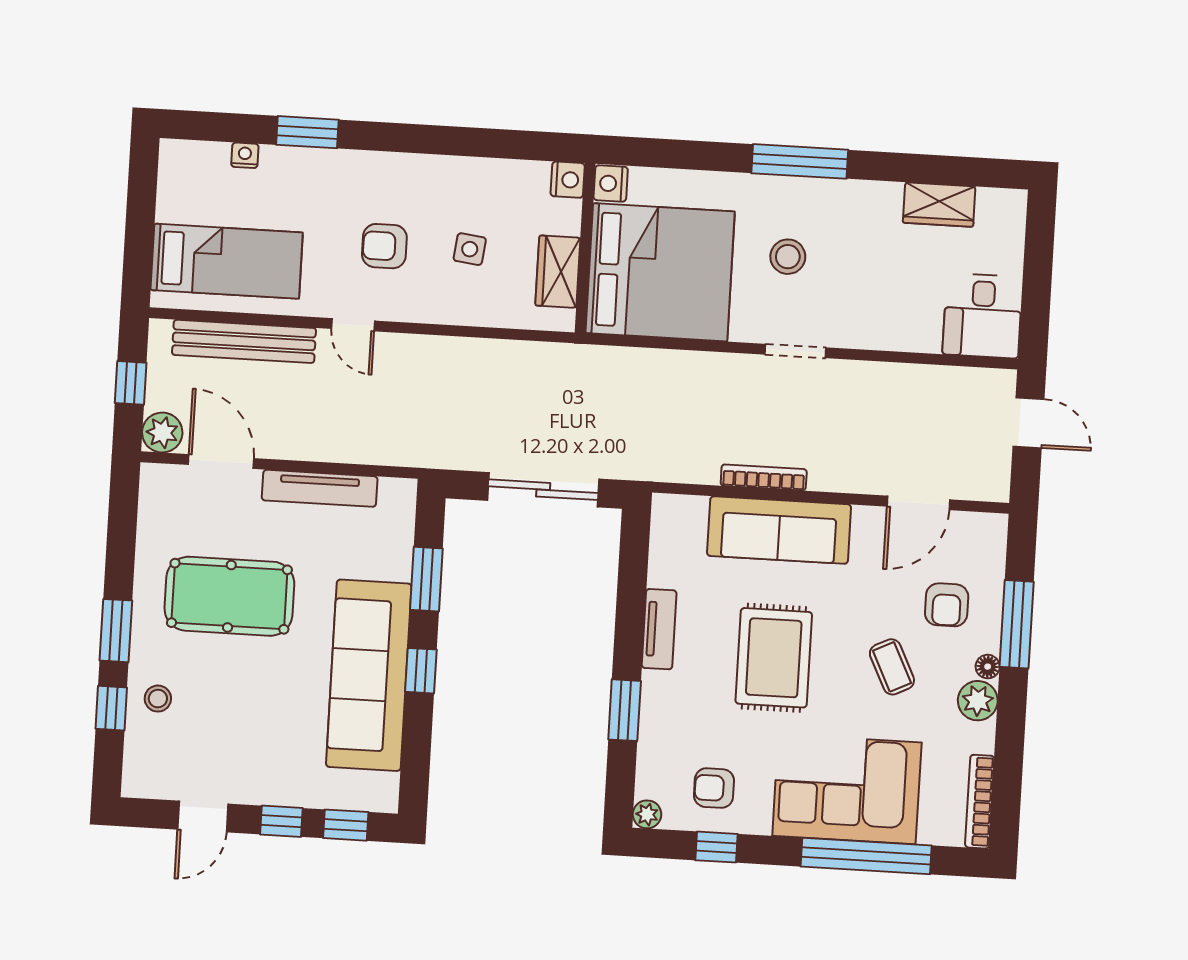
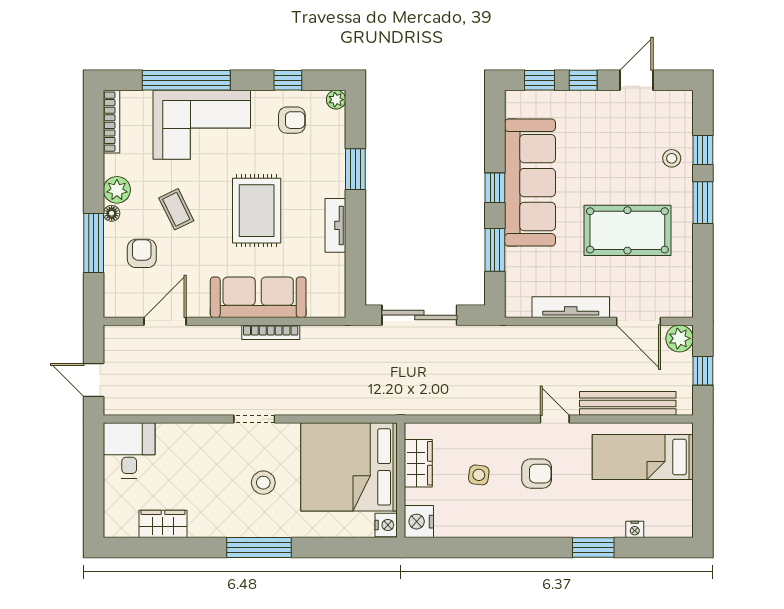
nightstand: (568, 180) -> (419, 522), width x1.36, depth x1.33

